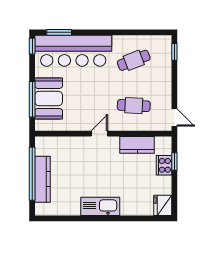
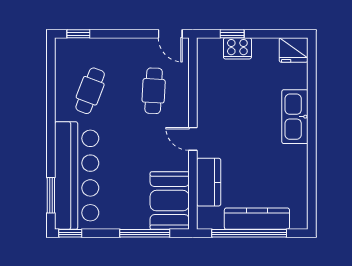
cafe table: (134, 60) -> (90, 91), turned 42
booth: (49, 98) -> (170, 201), moved, turned 90
door: (174, 117) -> (170, 34), swing flipped
kitchen counter: (137, 145) -> (209, 182), moved
kitchen sink: (100, 206) -> (295, 117), moved

